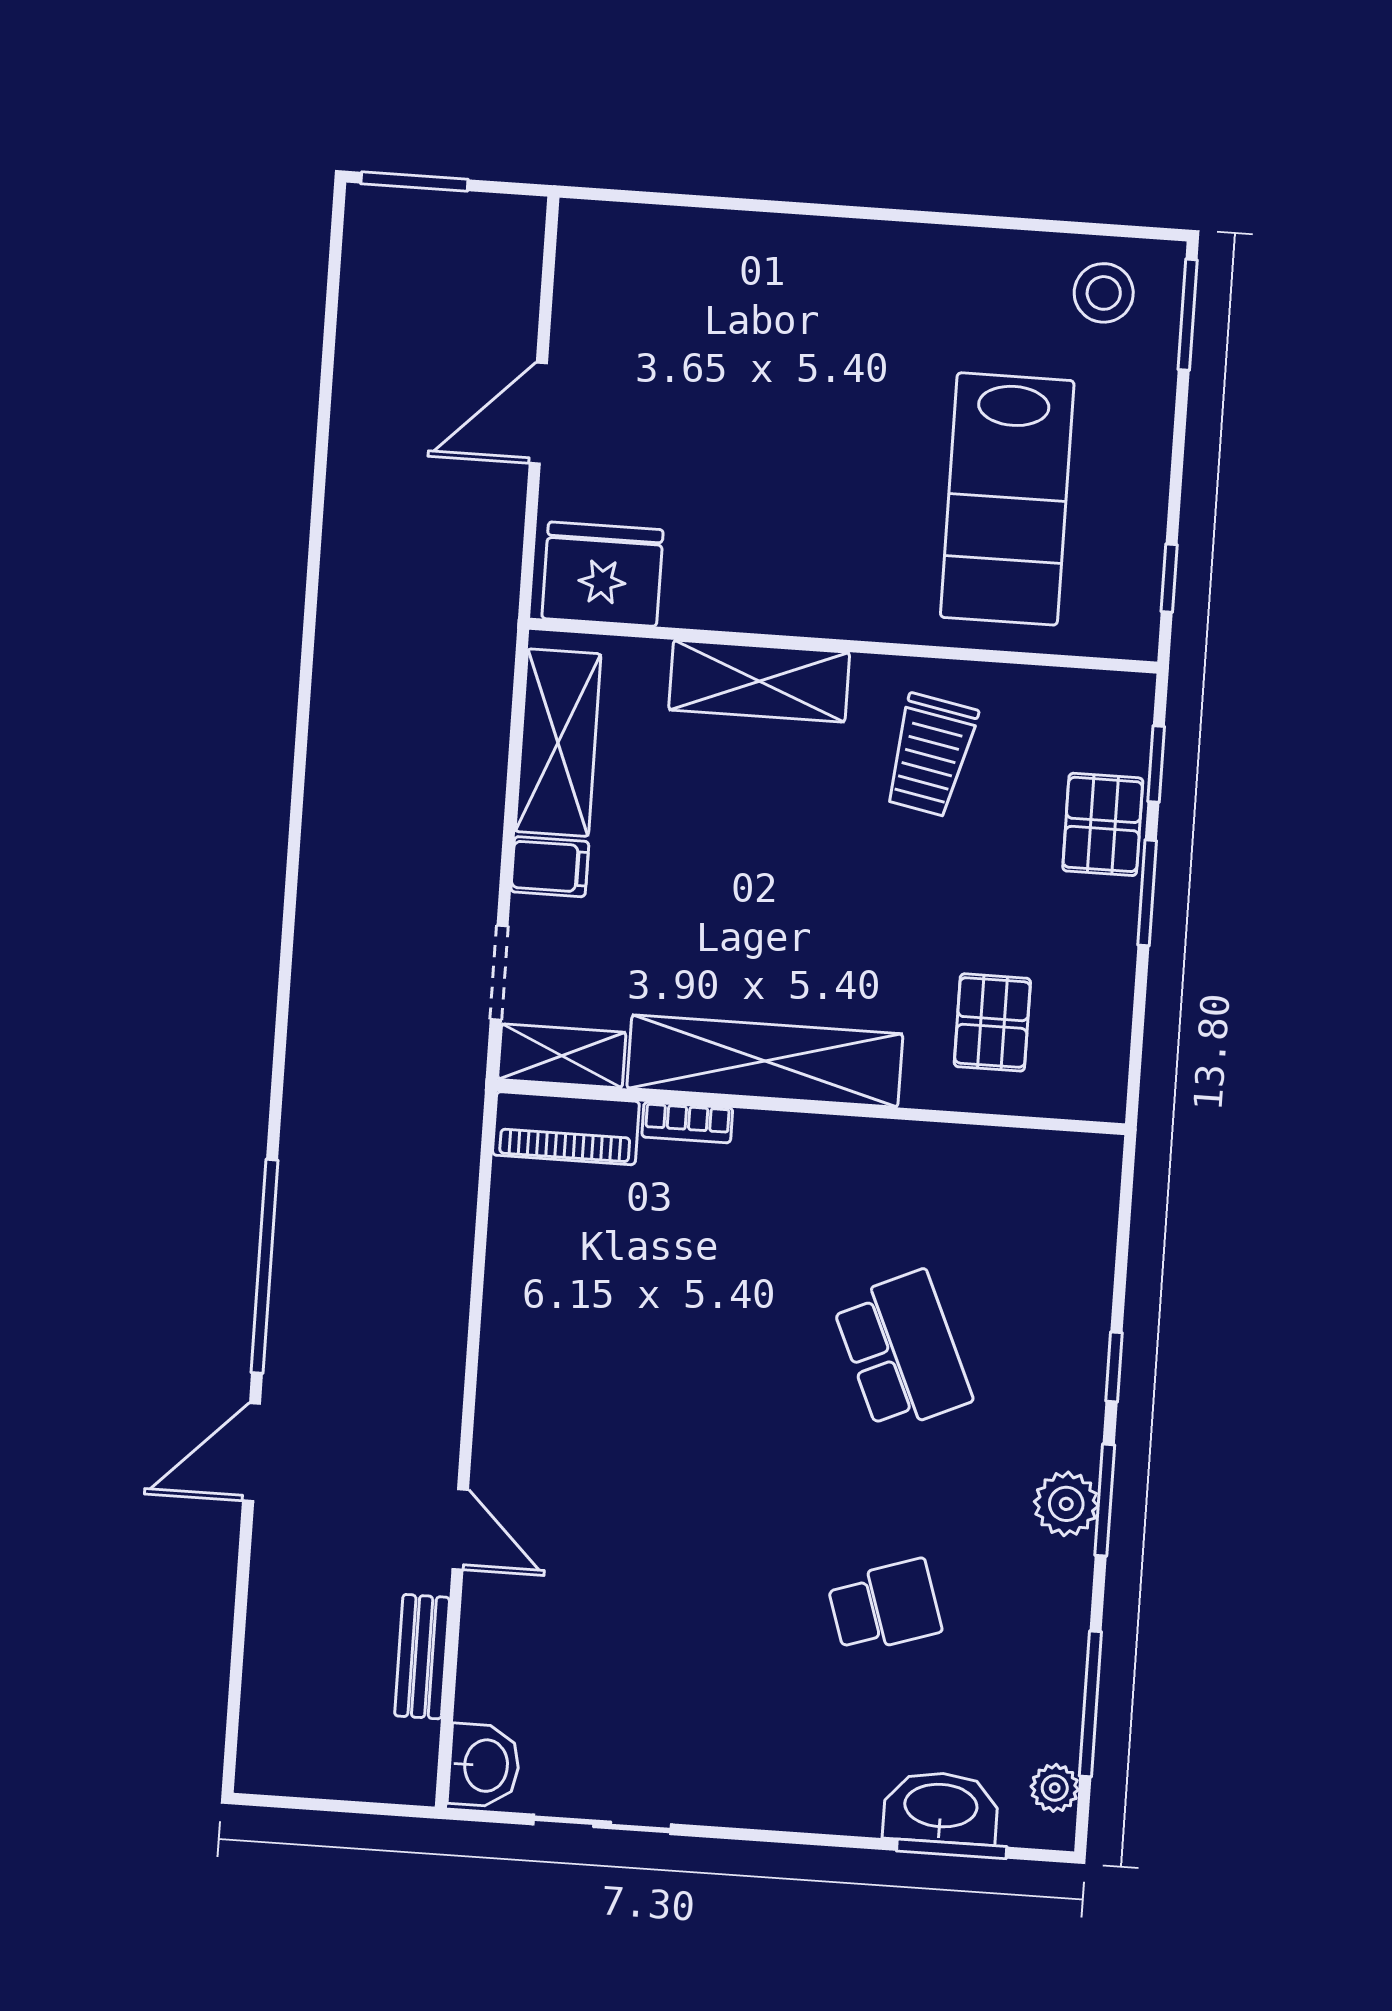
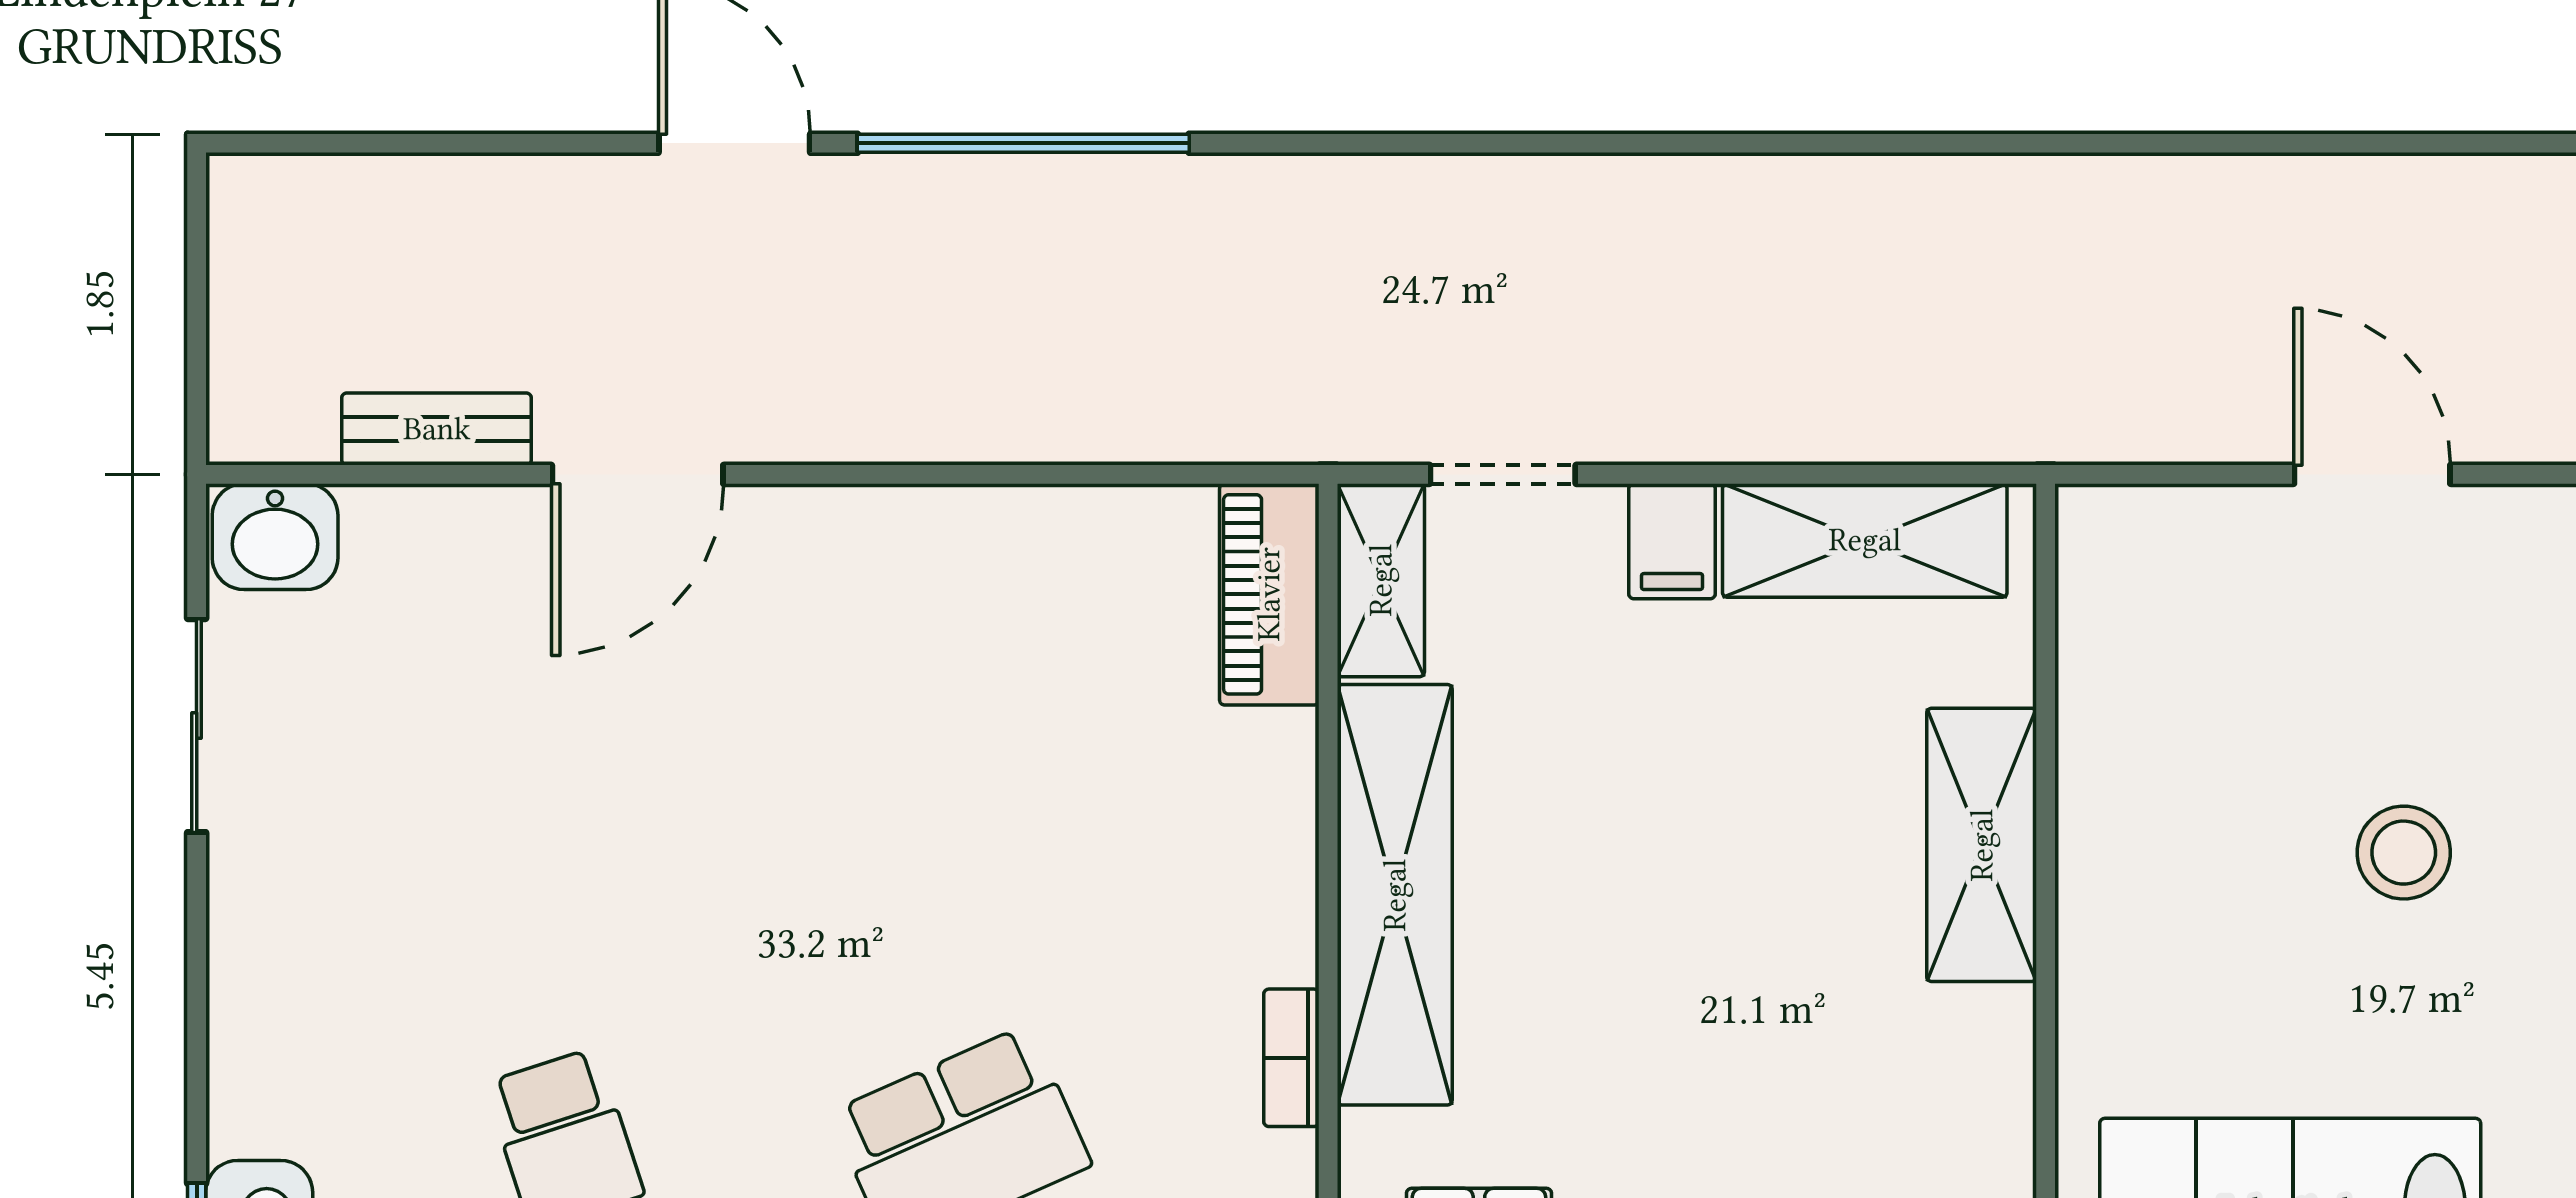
stool: (783, 410) -> (2404, 853), added
fridge: (602, 574) -> (2130, 591), removed
trolley: (930, 755) -> (1886, 1118), removed
bookcase: (687, 1122) -> (1291, 1058), moved
door: (460, 1529) -> (638, 474), width x1.38

